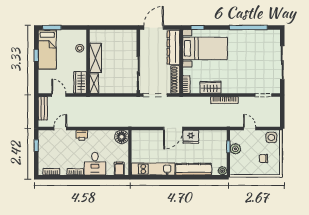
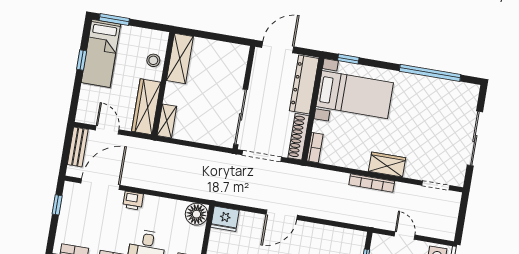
shelving: (96, 58) -> (180, 59), moved
wardrobe: (80, 82) -> (146, 107), width x1.50
wardrobe: (211, 87) -> (387, 164), moved
door: (60, 129) -> (100, 184), width x1.87
fridge: (191, 137) -> (225, 219), moved

